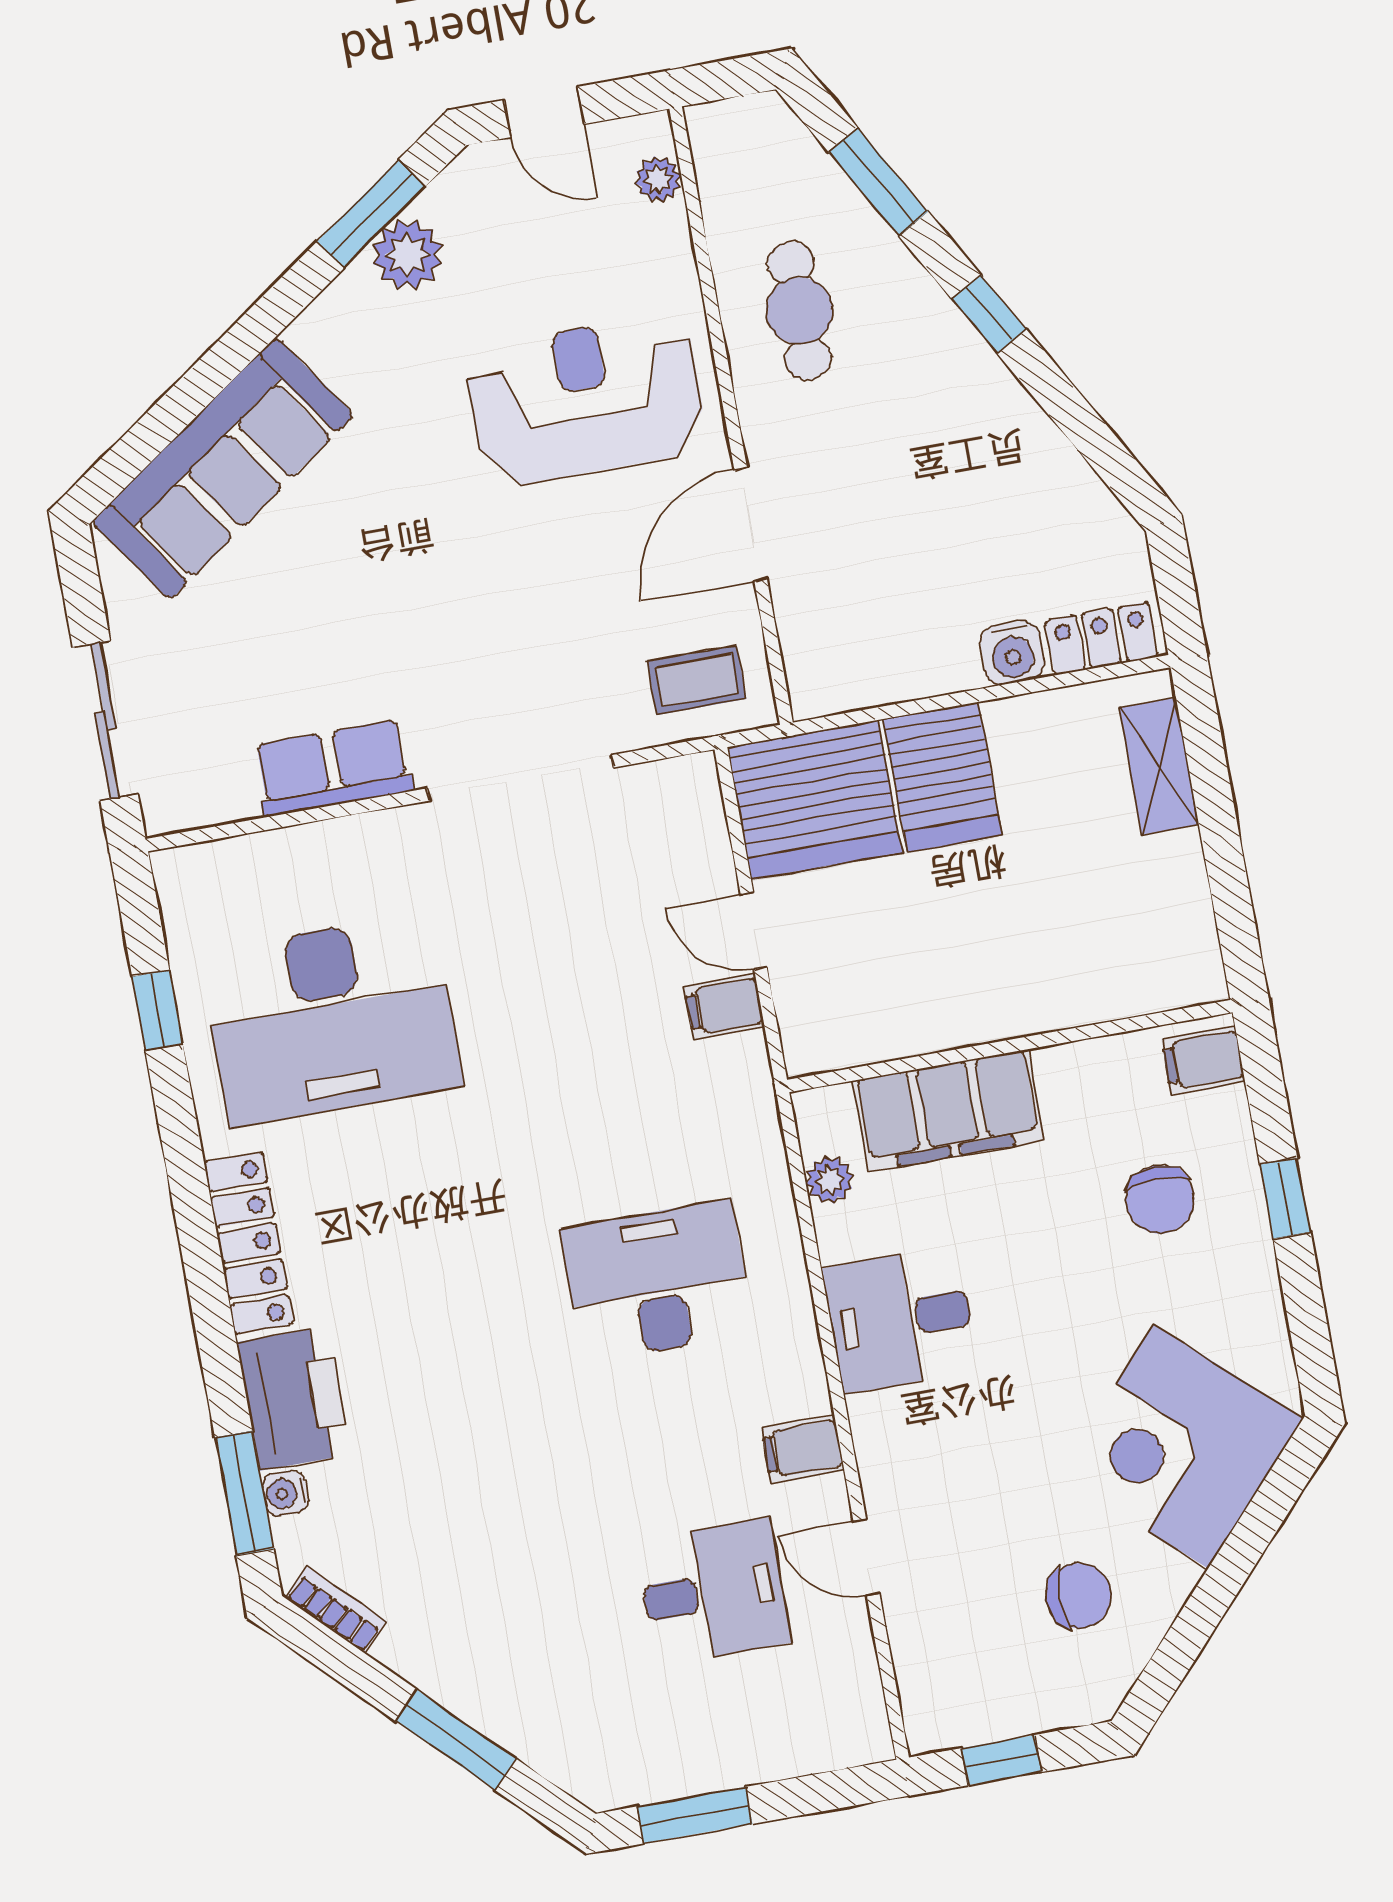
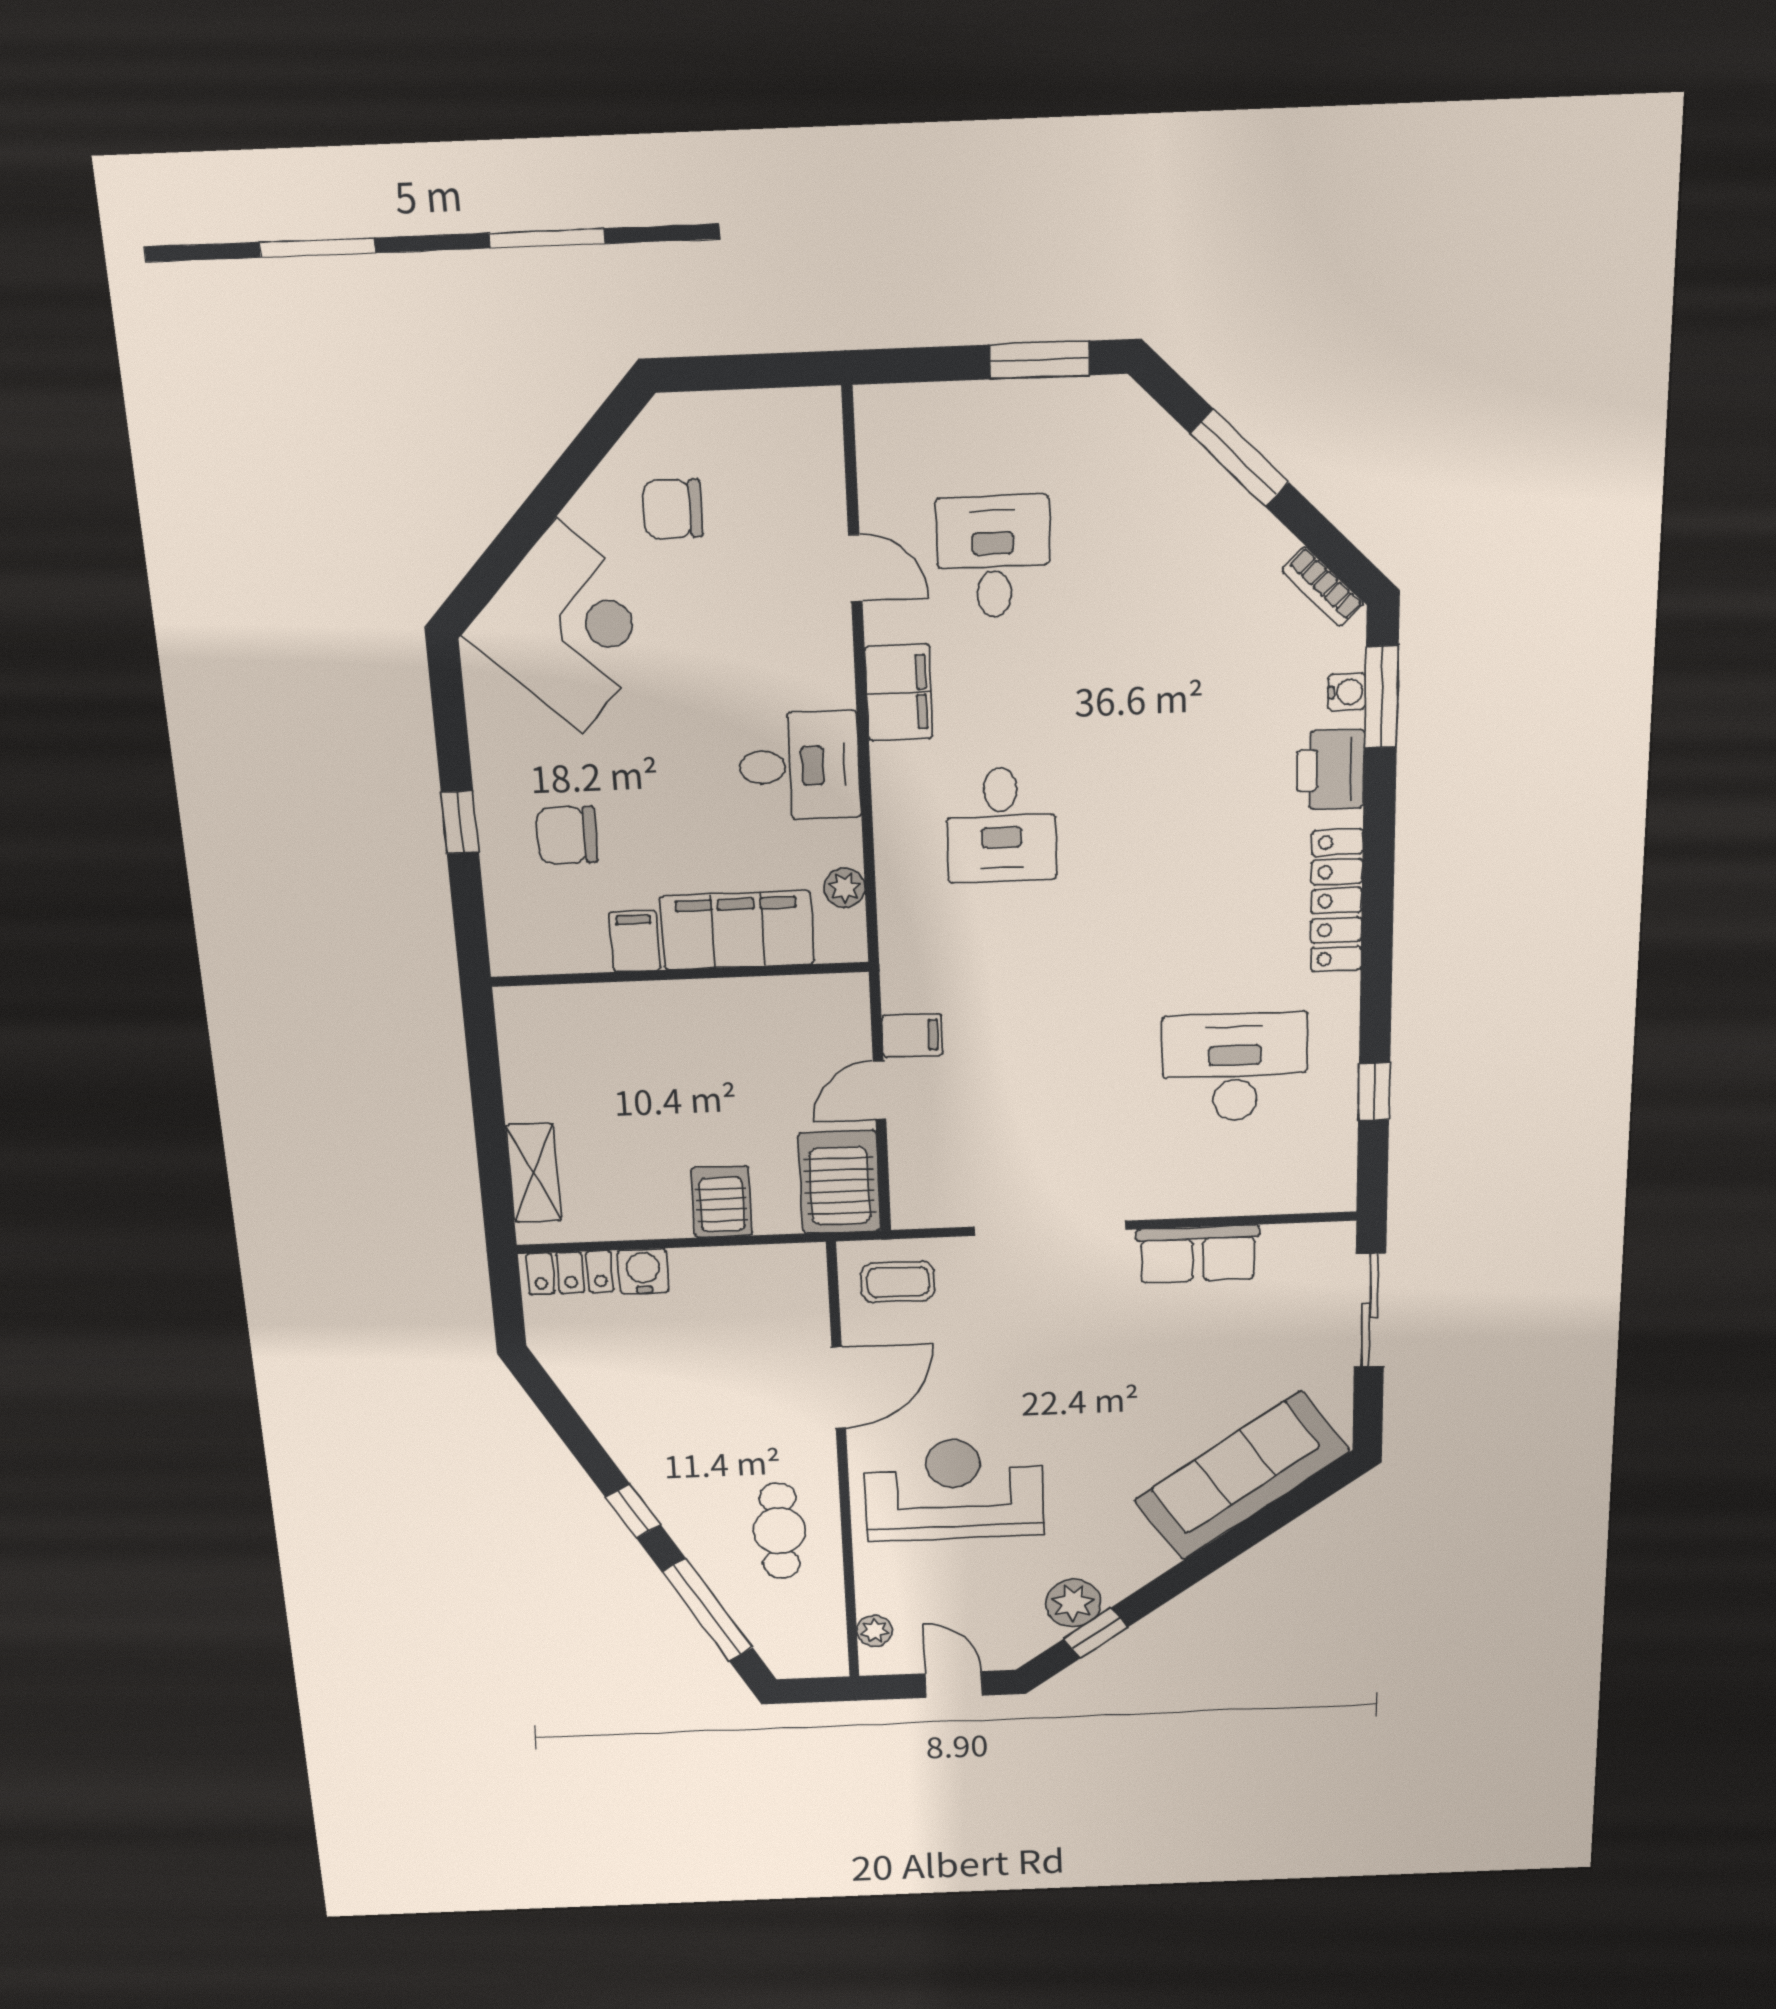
window: (878, 182) -> (707, 1610), width x1.44
window: (371, 214) -> (1096, 1633), width x0.67
reception desk: (586, 400) -> (954, 1489), turned 180
server rack: (943, 777) -> (722, 1202), width x0.73, depth x0.70
server rack: (815, 800) -> (840, 1182), width x0.63
door: (754, 931) -> (880, 1090), swing flipped
desk: (331, 1019) -> (1235, 1067), width x0.73, depth x0.77
filing cabinet: (1203, 1060) -> (635, 941), moved, turned -90
chair: (1160, 1200) -> (567, 835), turned -90
desk: (657, 1281) -> (1001, 825), width x0.73
printer: (294, 1398) -> (1330, 770), width x0.73, depth x0.84
filing cabinet: (803, 1449) -> (899, 693), width x2.00
desk: (713, 1592) -> (993, 557), turned 90
window: (1001, 1760) -> (759, 371), removed

